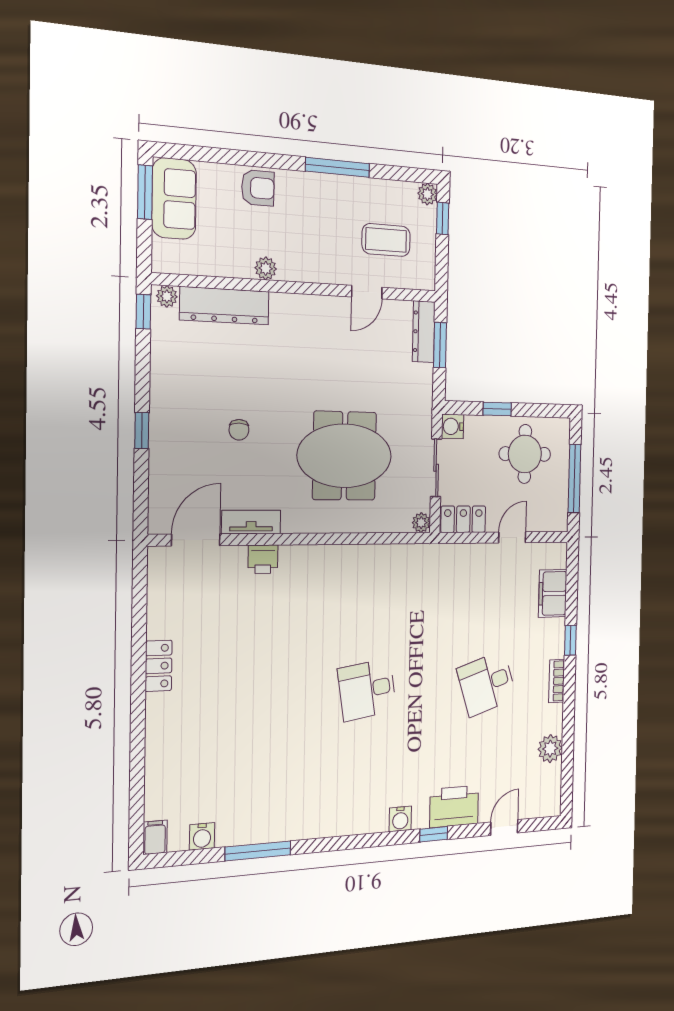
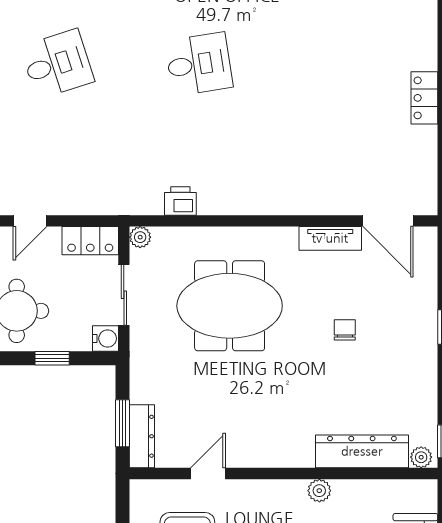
door: (196, 540) -> (388, 221), hinge flipped
printer: (263, 559) -> (180, 201), moved

